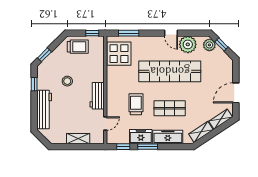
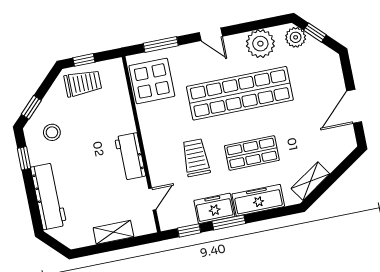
window: (92, 33) -> (84, 60), moved
door: (171, 33) -> (211, 34), moved
stool: (67, 81) -> (52, 132), moved
shelving: (221, 119) -> (338, 154), removed

